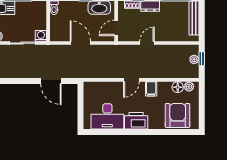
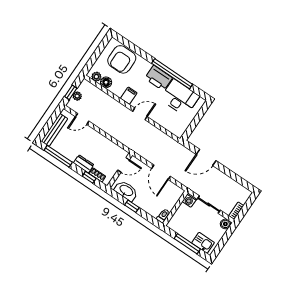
door: (147, 43) -> (82, 119), moved
door: (51, 81) -> (206, 157), swing flipped
window: (127, 132) -> (172, 74), added

